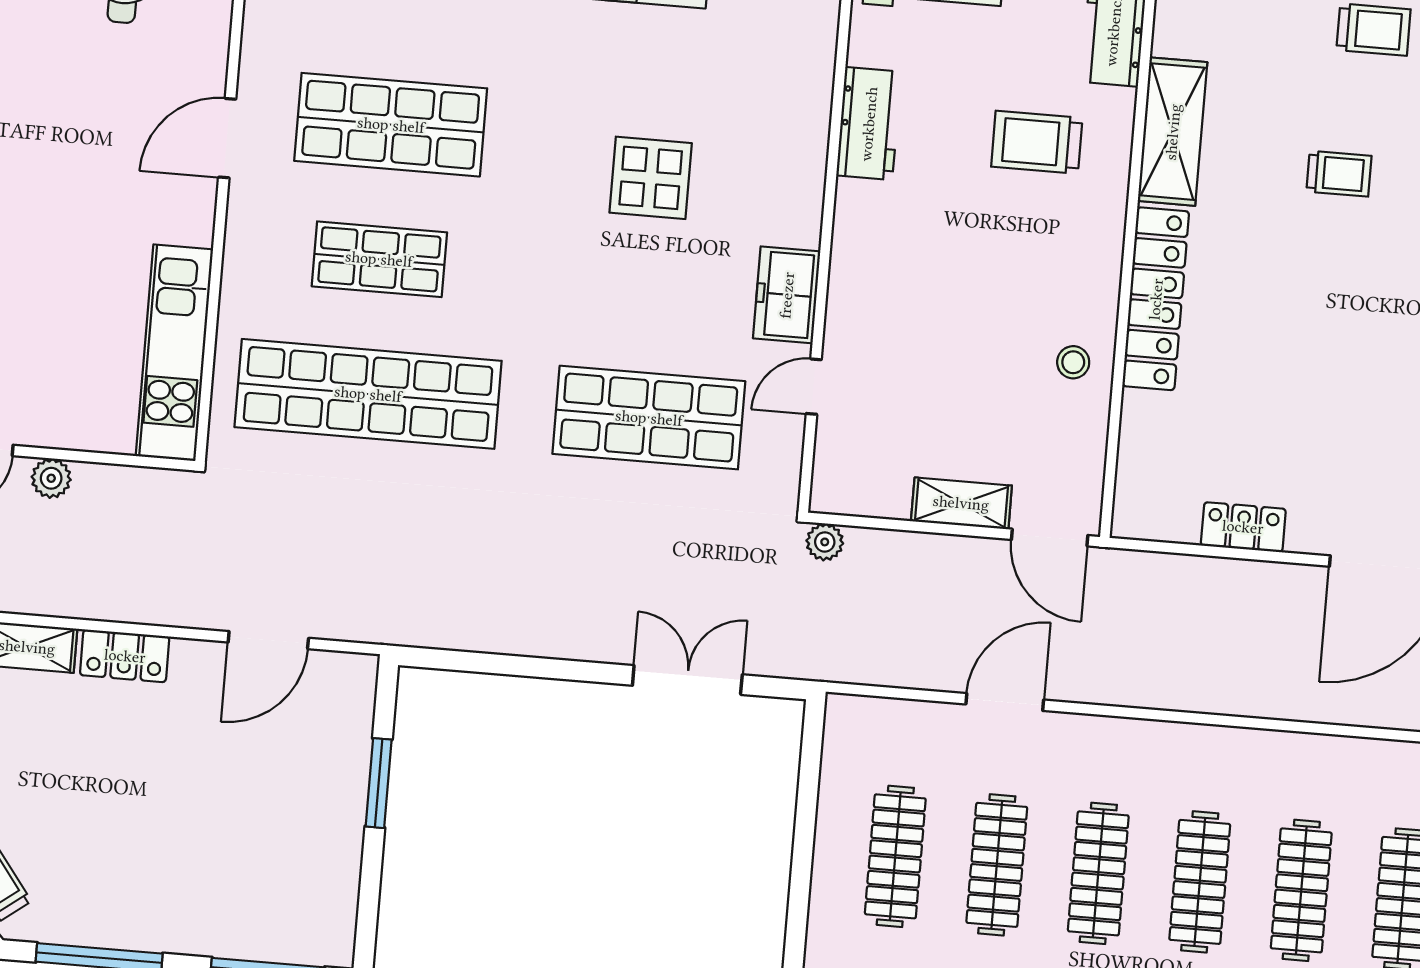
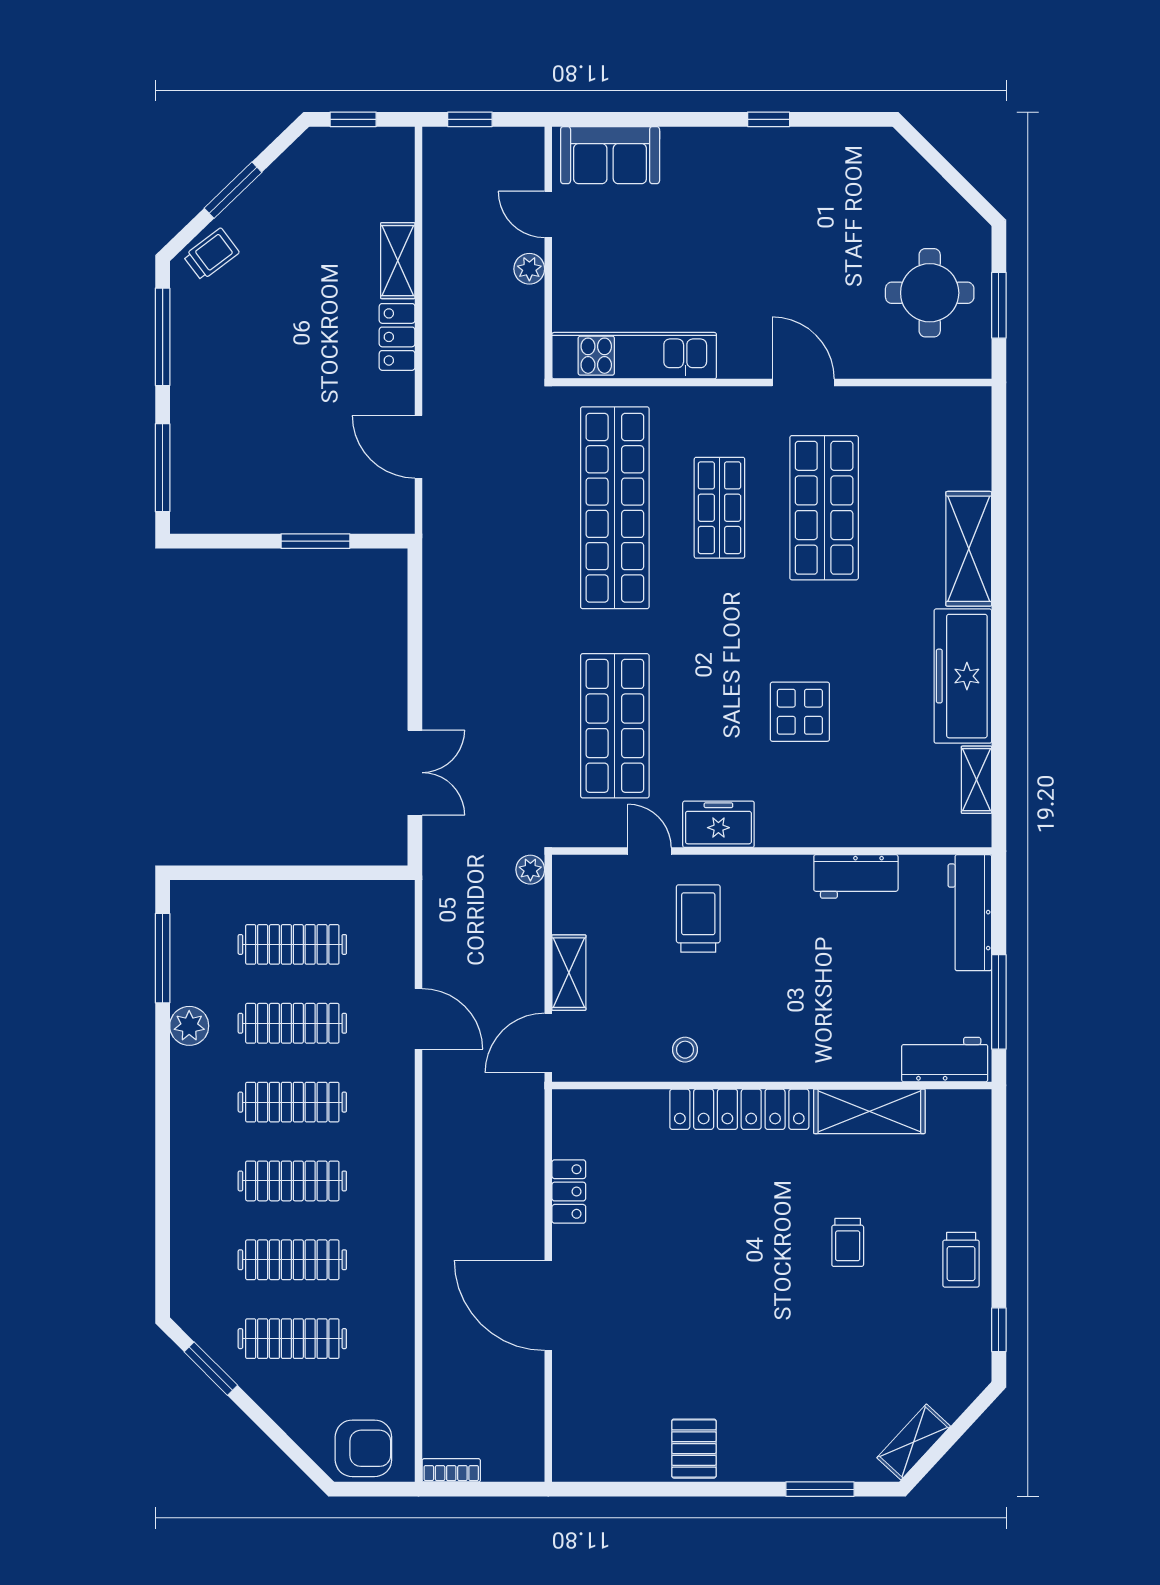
trolley: (1037, 142) -> (698, 919), moved

